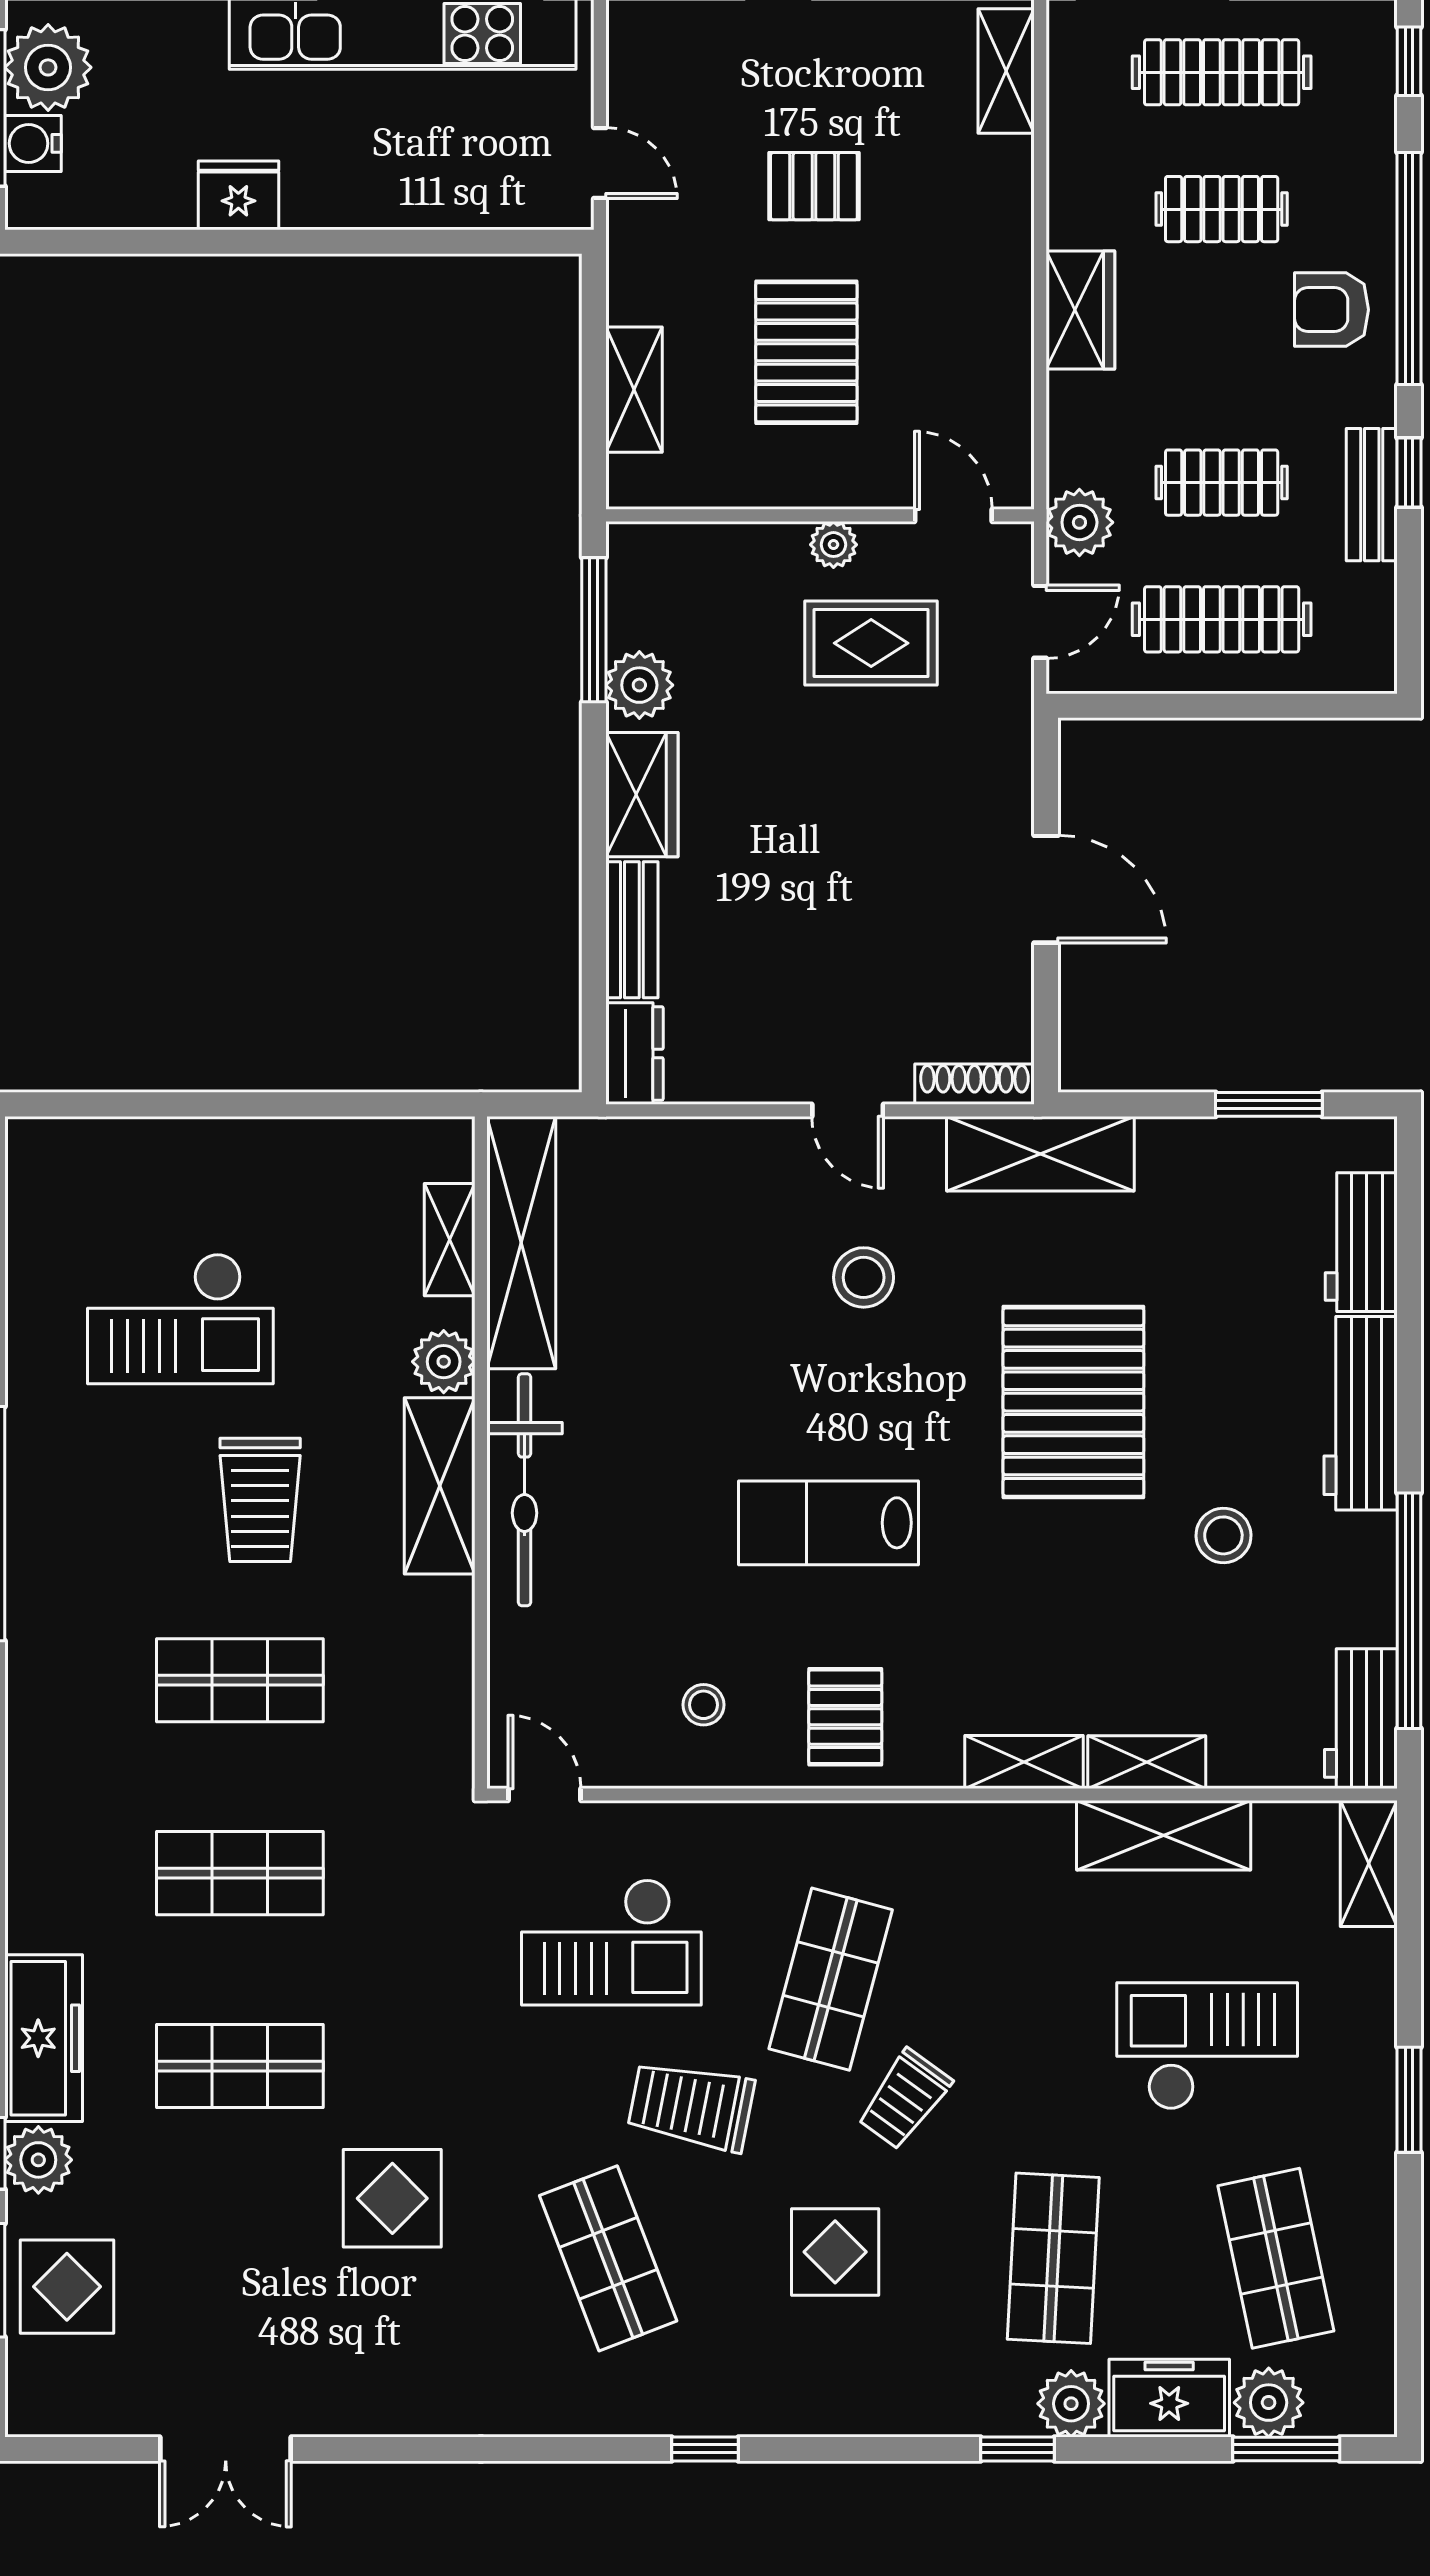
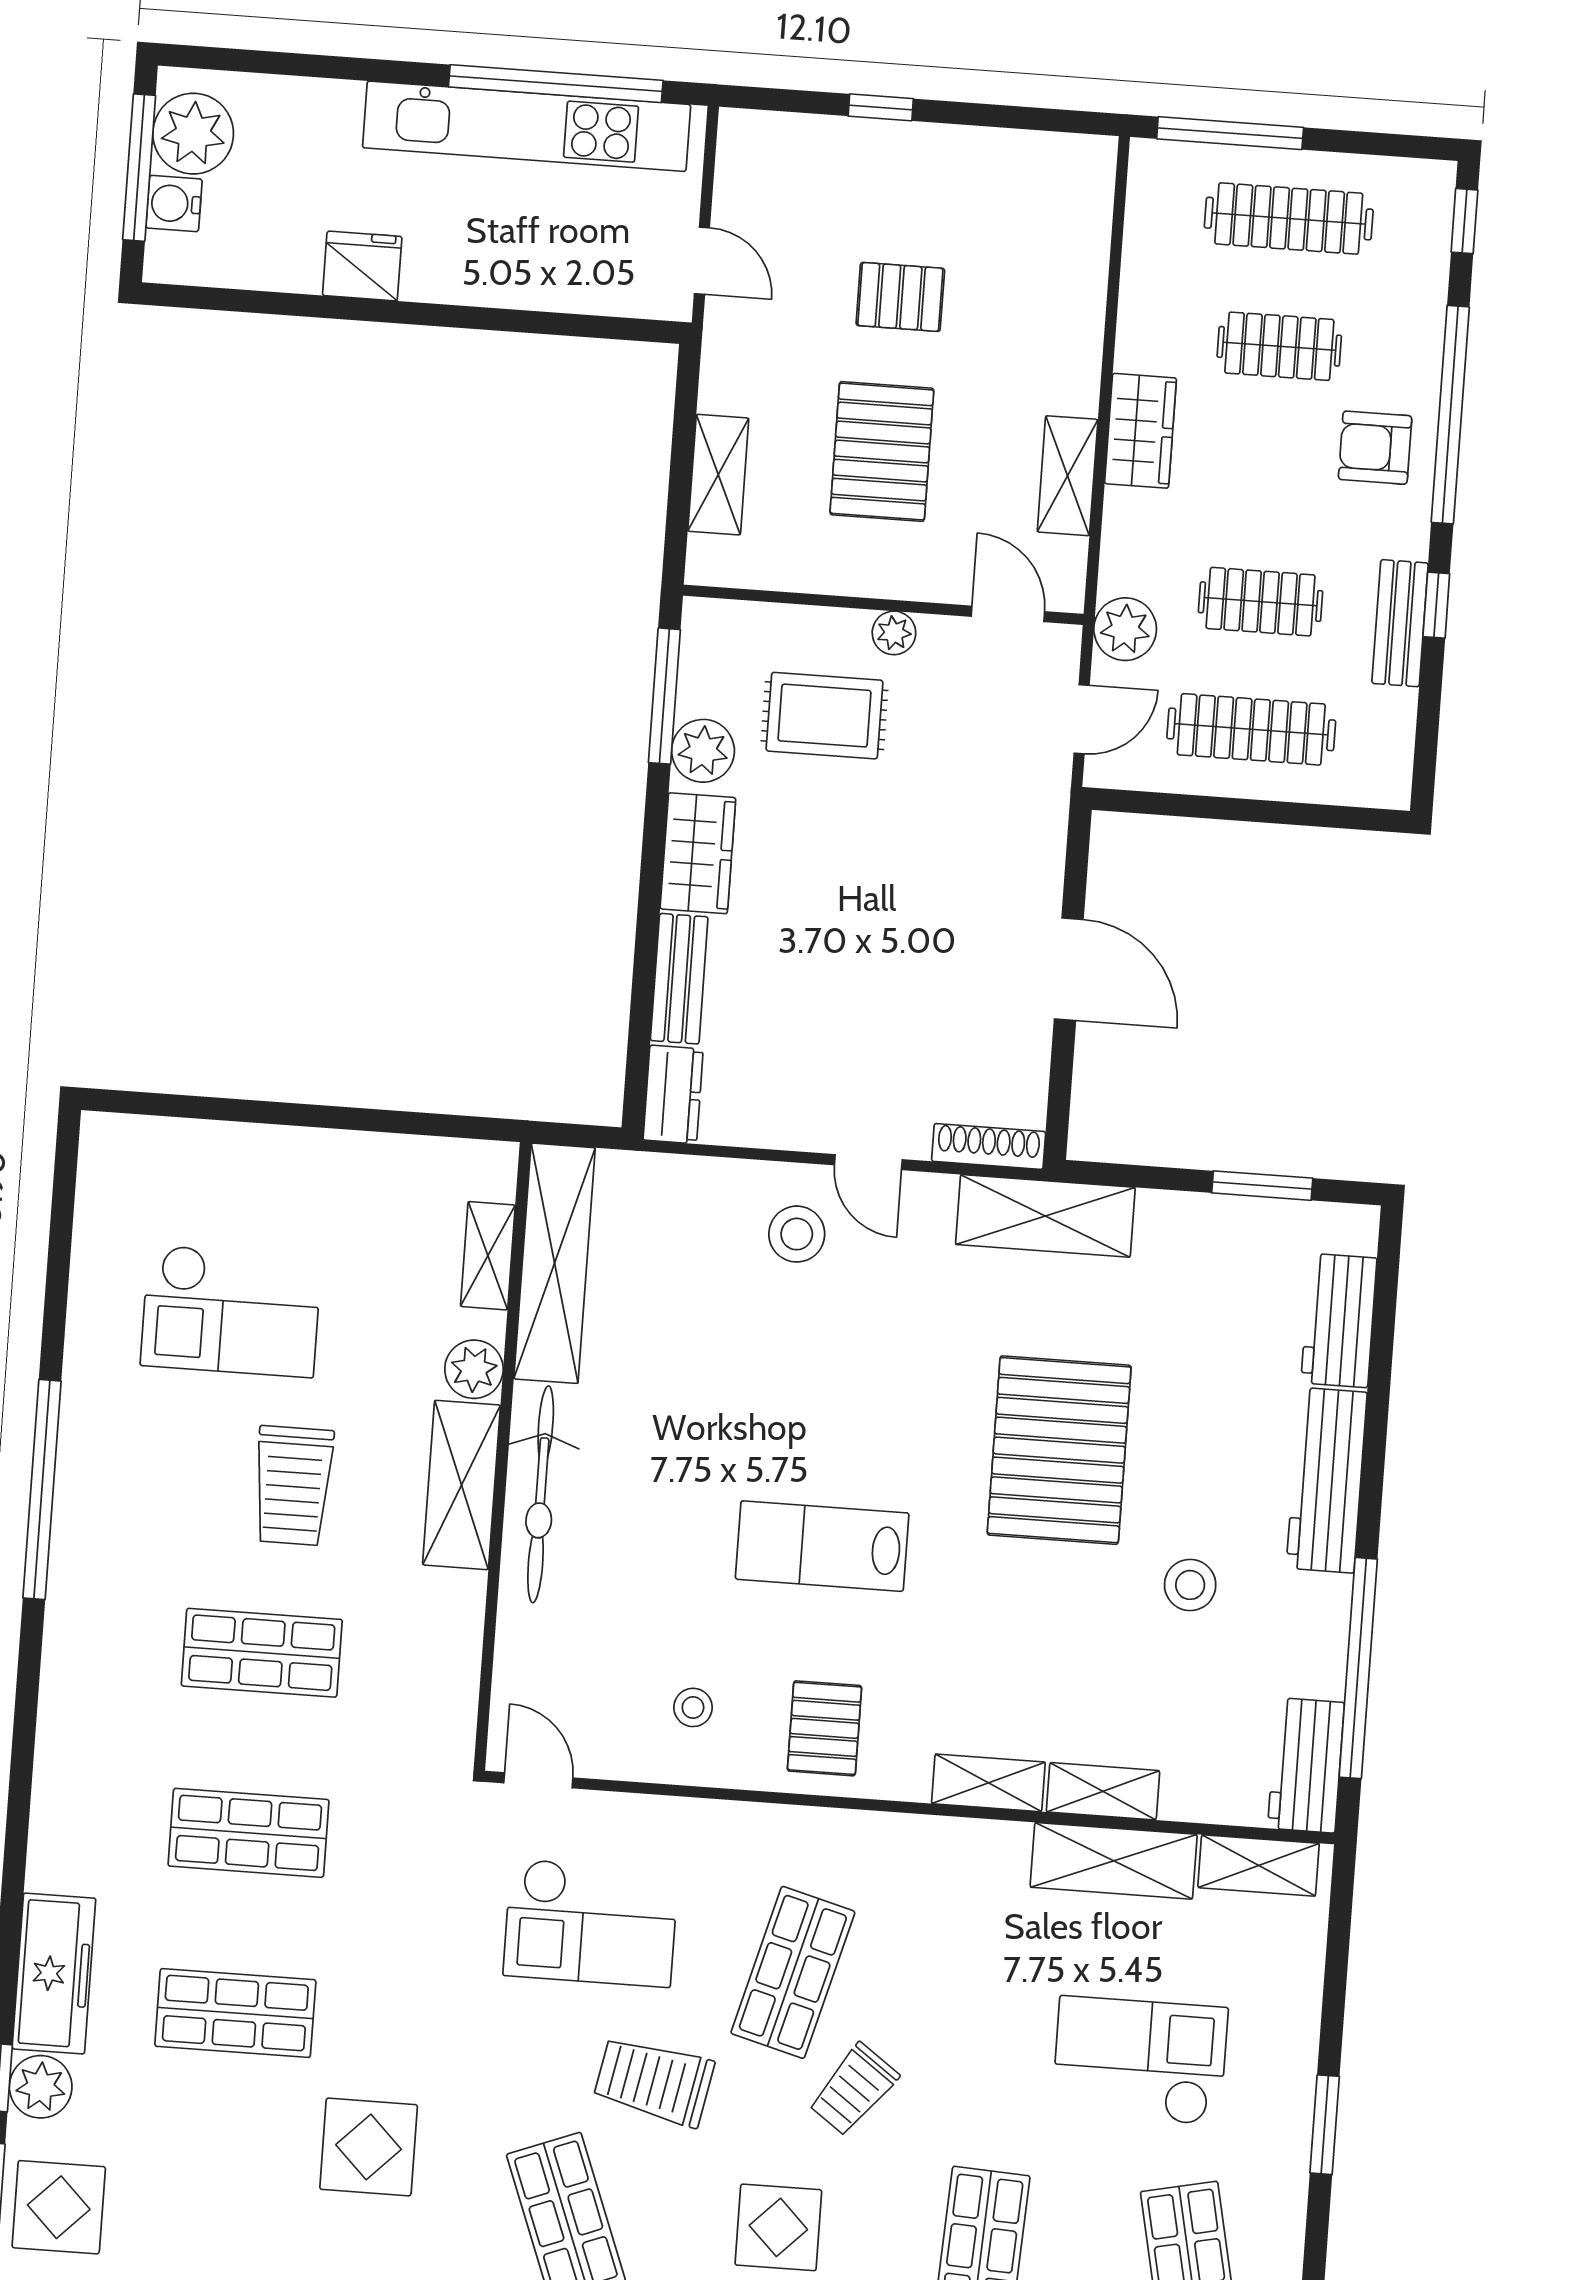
shelving: (1006, 71) -> (1068, 476), moved
rug: (871, 643) -> (824, 716), moved
stool: (864, 1277) -> (797, 1234), moved
shelving: (1369, 1864) -> (1259, 1865), moved, turned 90

